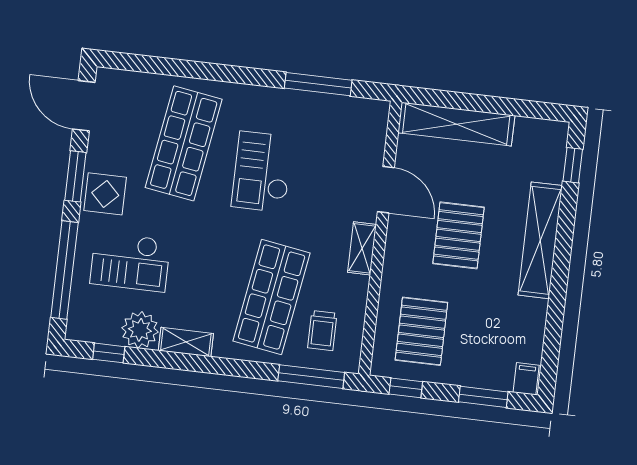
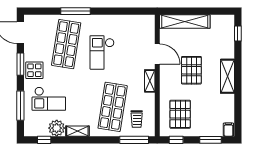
window: (318, 84) -> (76, 11), moved
shelving: (540, 240) -> (227, 76), width x0.68
window: (64, 270) -> (20, 106), width x0.68

